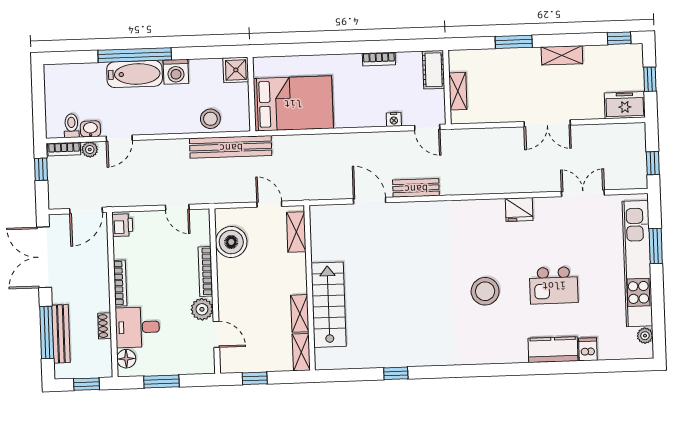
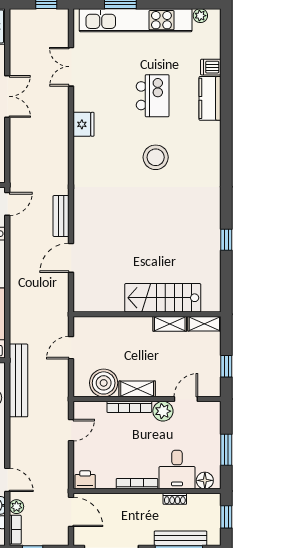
shelving: (296, 232) -> (137, 389), moved

